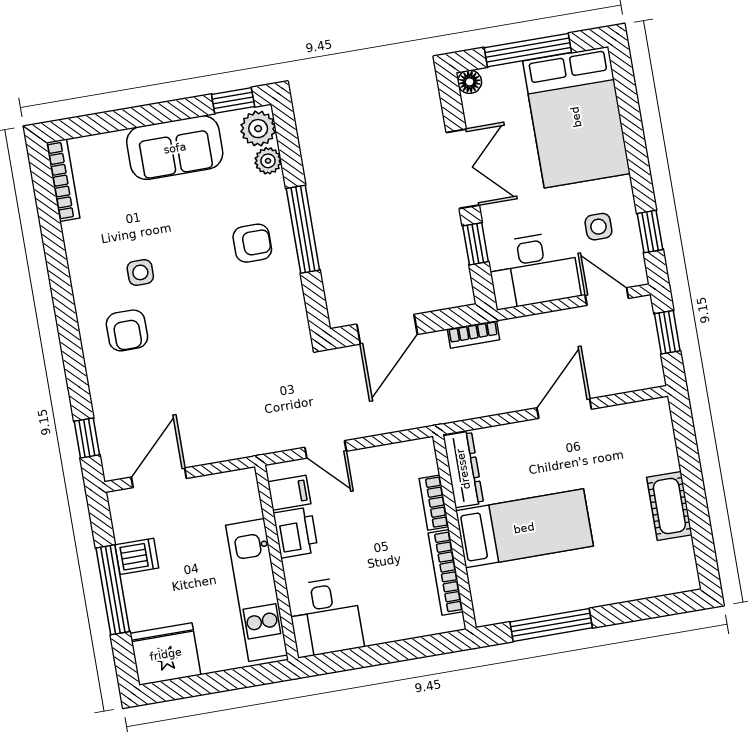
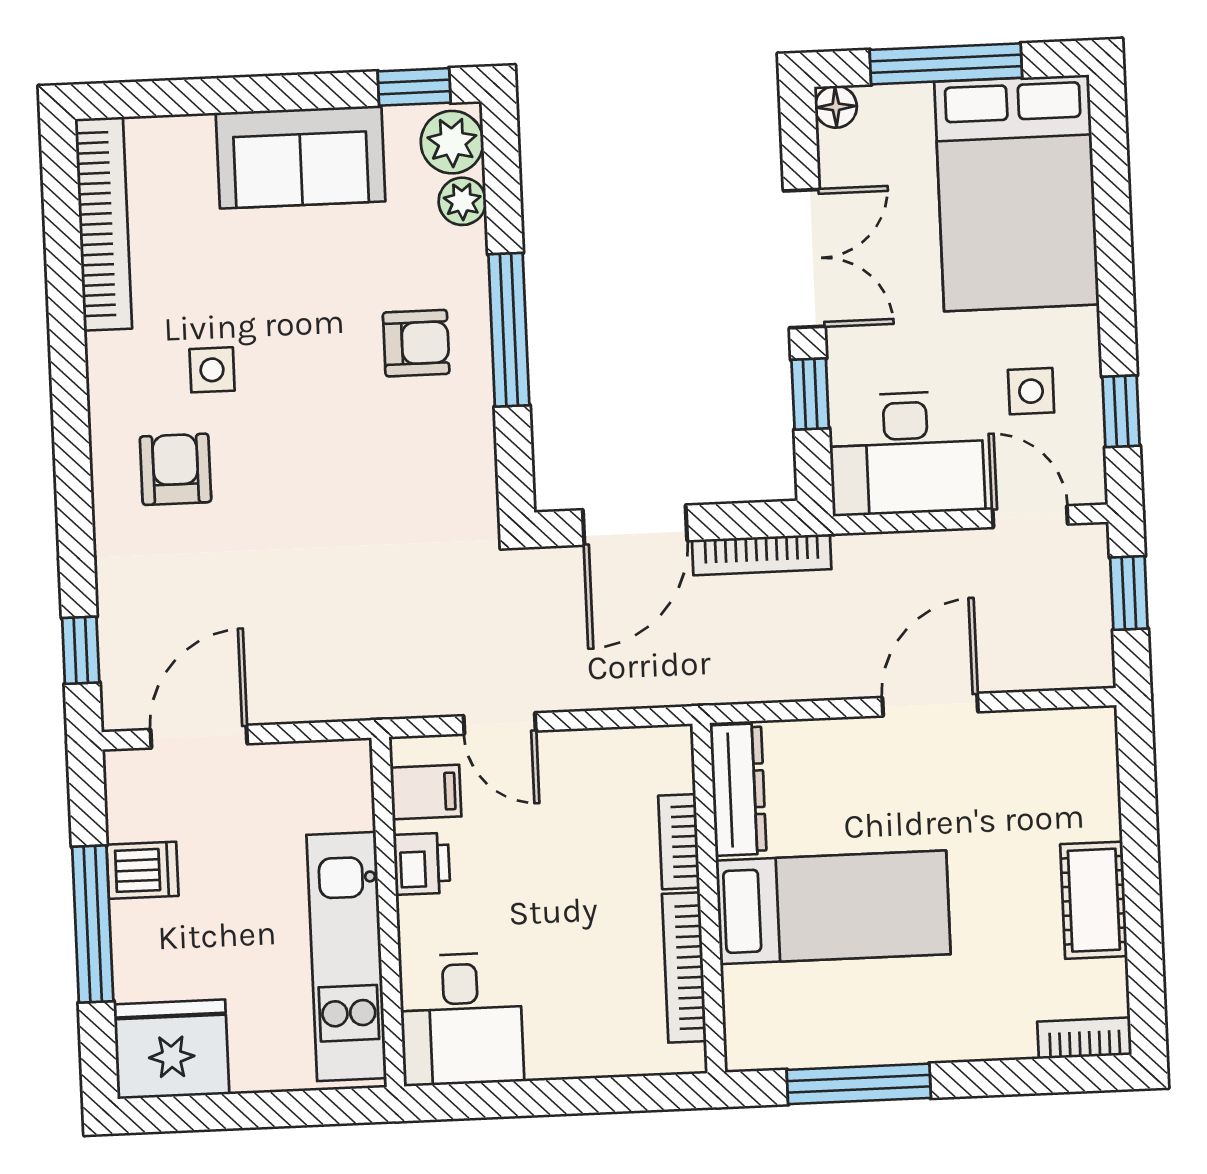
bookcase: (63, 180) -> (103, 224), width x1.48, depth x1.31
armchair: (127, 330) -> (175, 469), turned 180
bookcase: (474, 334) -> (762, 555), width x1.56
printer: (296, 532) -> (422, 864), width x0.73, depth x0.81
bookcase: (674, 584) -> (1085, 1038), added

